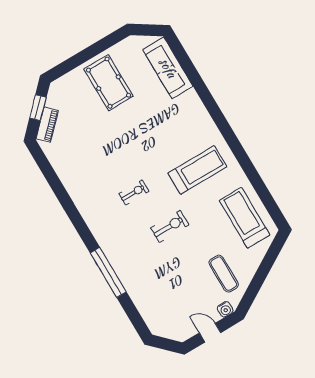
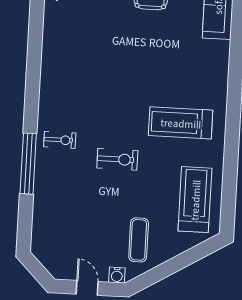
treadmill: (197, 170) -> (181, 123), turned 180
exercise bike: (134, 192) -> (60, 140), moved

